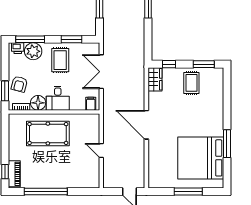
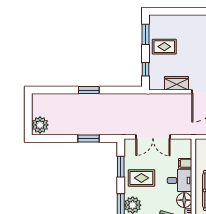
wardrobe: (155, 79) -> (176, 83), moved
filing cabinet: (91, 104) -> (185, 163), moved

